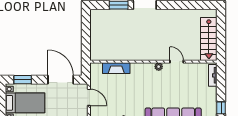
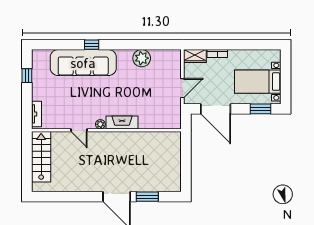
fireplace: (116, 68) -> (122, 122), moved
door: (89, 97) -> (182, 88), swing flipped

